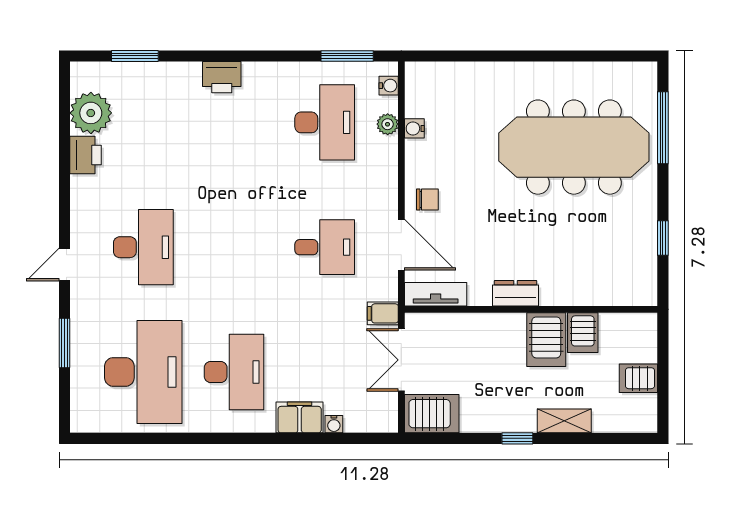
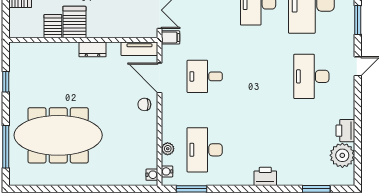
water cooler: (414, 128) -> (152, 175), moved

